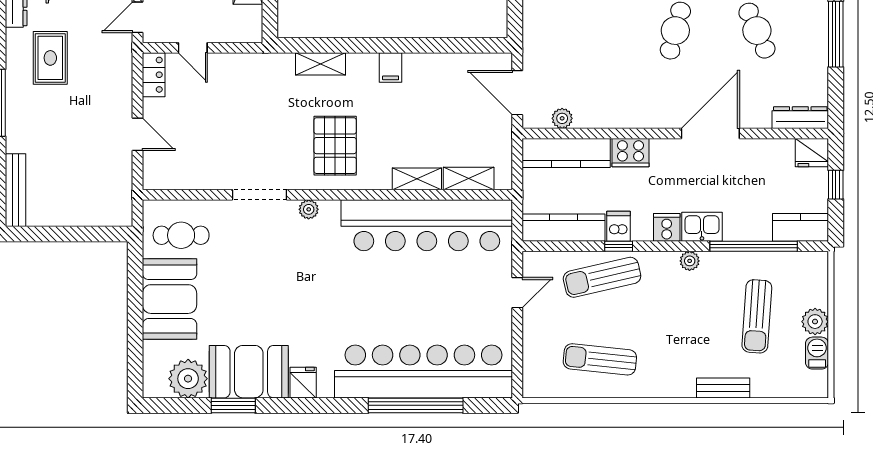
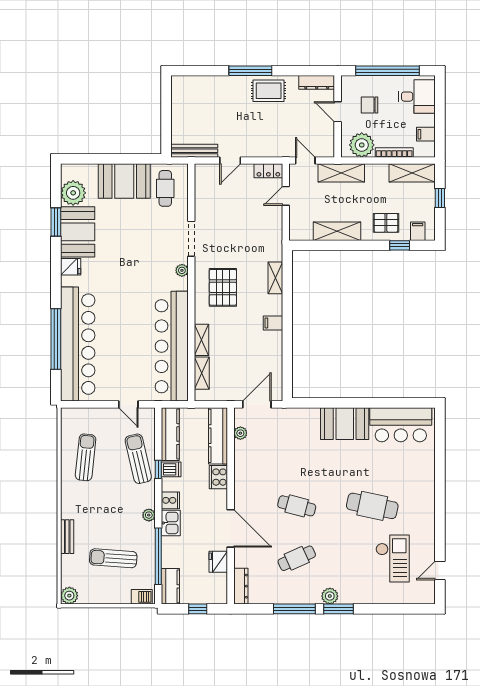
rug: (50, 58) -> (269, 91), moved
pallet: (335, 146) -> (223, 287), turned 90
fridge: (812, 153) -> (218, 562), moved
bench: (15, 190) -> (194, 151), moved
plant: (815, 322) -> (69, 596), moved
barbecue: (817, 353) -> (142, 597), moved

